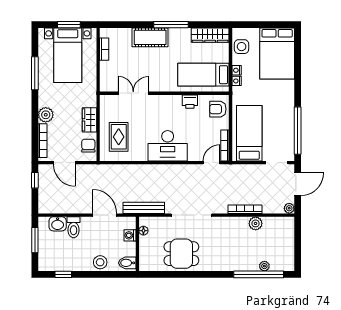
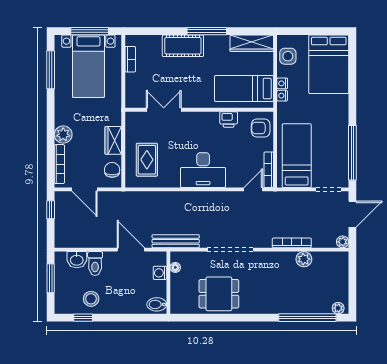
window: (69, 25) -> (90, 31), width x1.44
window: (35, 73) -> (51, 70), moved
stool: (100, 262) -> (91, 299), moved
plant: (264, 266) -> (338, 308), moved

